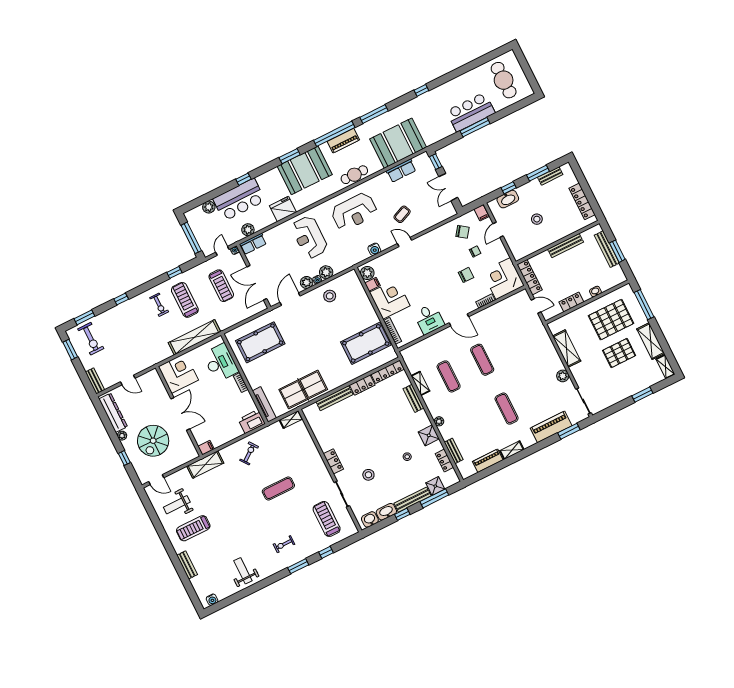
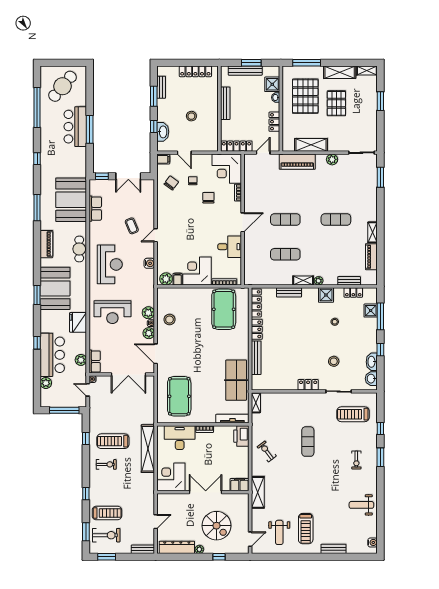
cafe table: (504, 80) -> (62, 86), turned -50
window: (334, 134) -> (37, 107), moved
shower: (607, 282) -> (272, 84), added
treadmill: (221, 286) -> (107, 513), moved
shelving: (420, 383) -> (303, 280), moved
piano: (551, 427) -> (297, 162), moved, turned -90
filing cabinet: (206, 448) -> (239, 485), width x2.00
bench: (413, 500) -> (372, 335), removed

